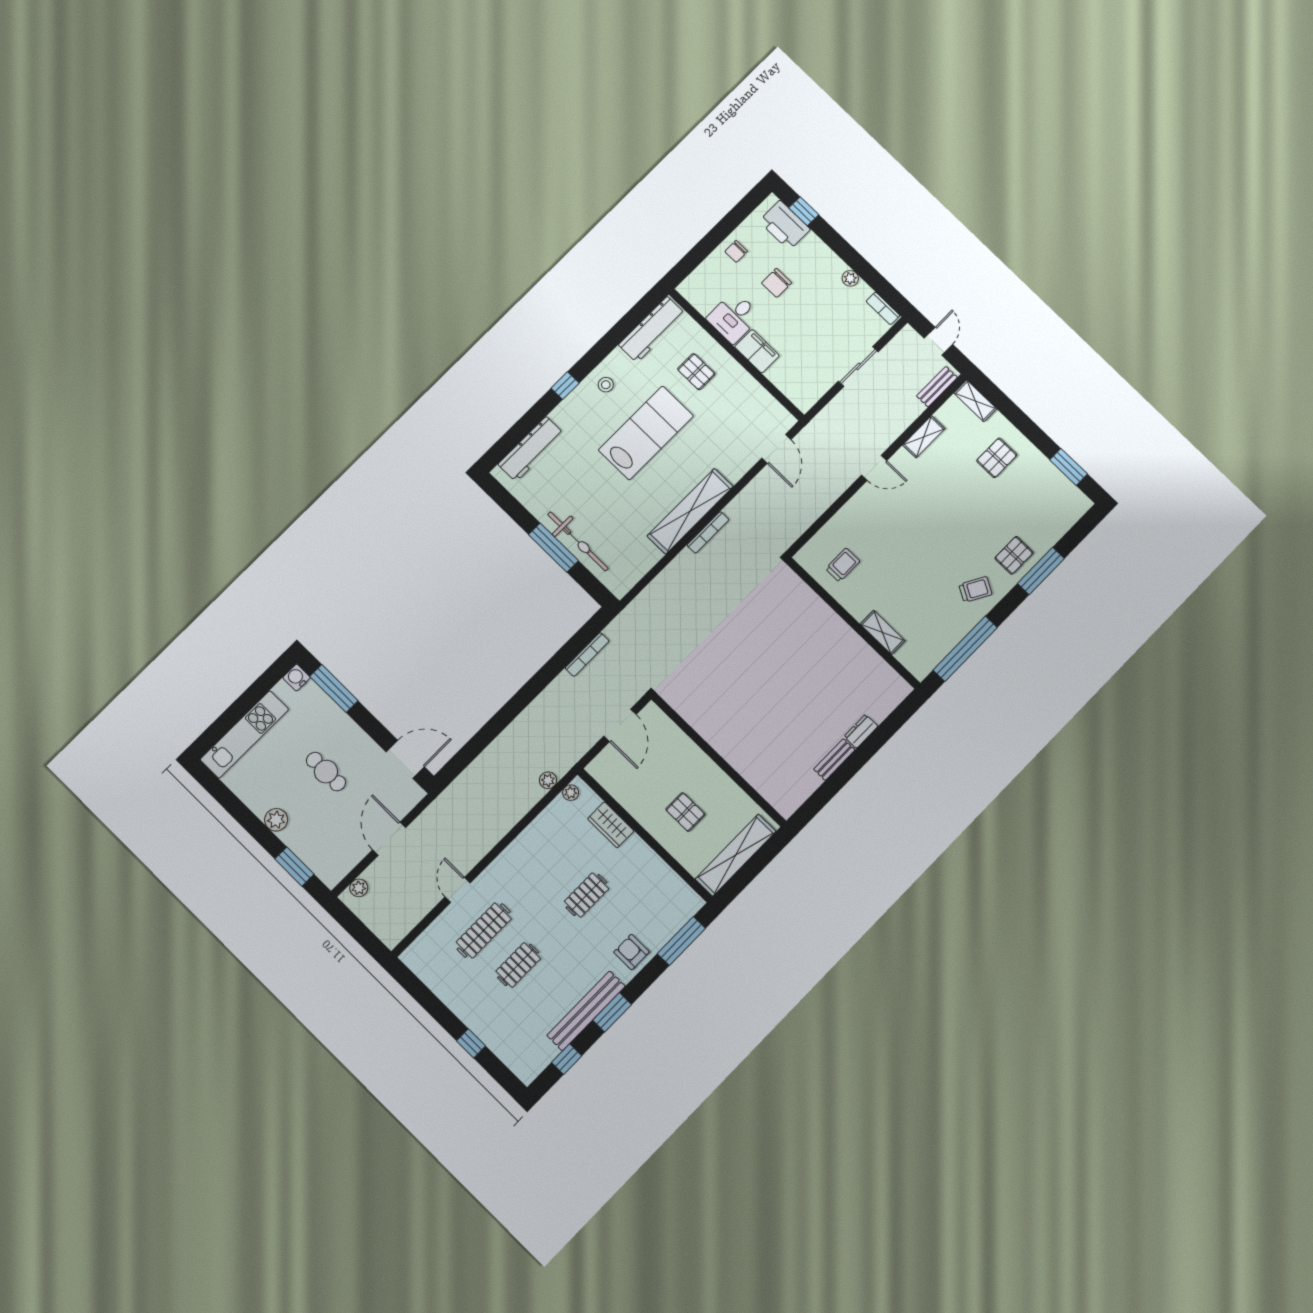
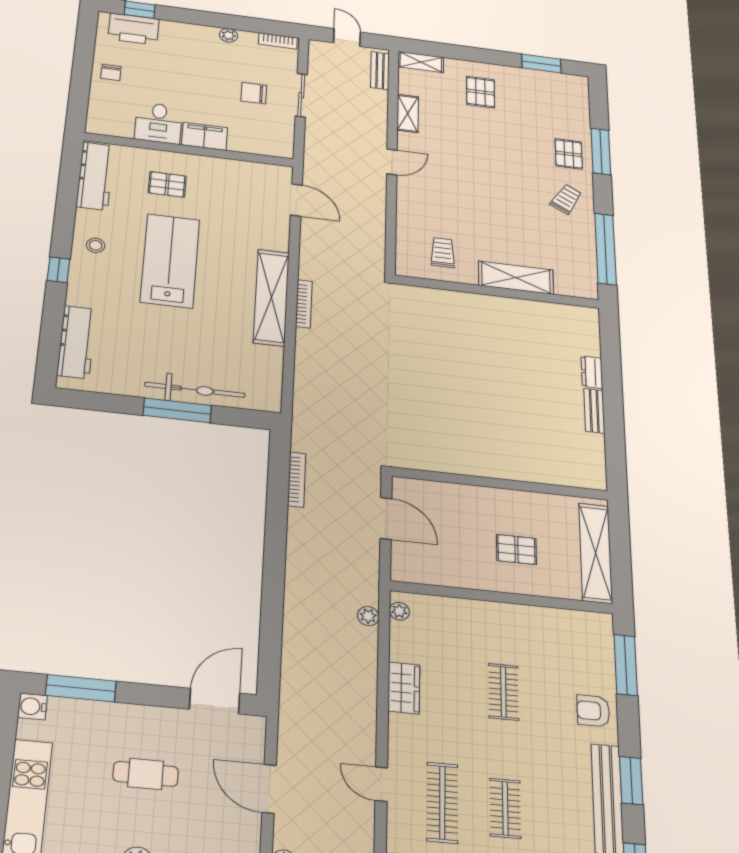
chair: (776, 283) -> (254, 93), moved, turned 90
shelving: (883, 632) -> (516, 278), width x1.50, depth x1.33
wardrobe: (611, 825) -> (404, 688), moved, turned -90

